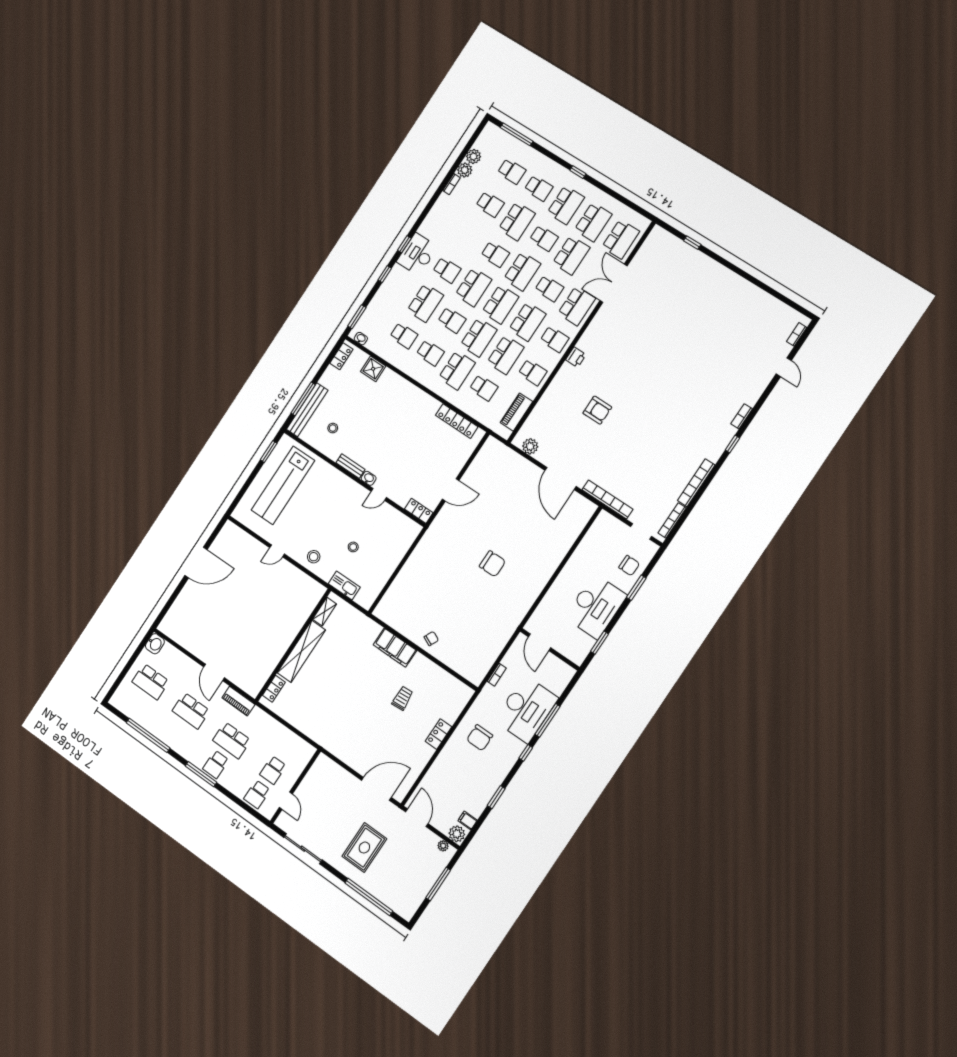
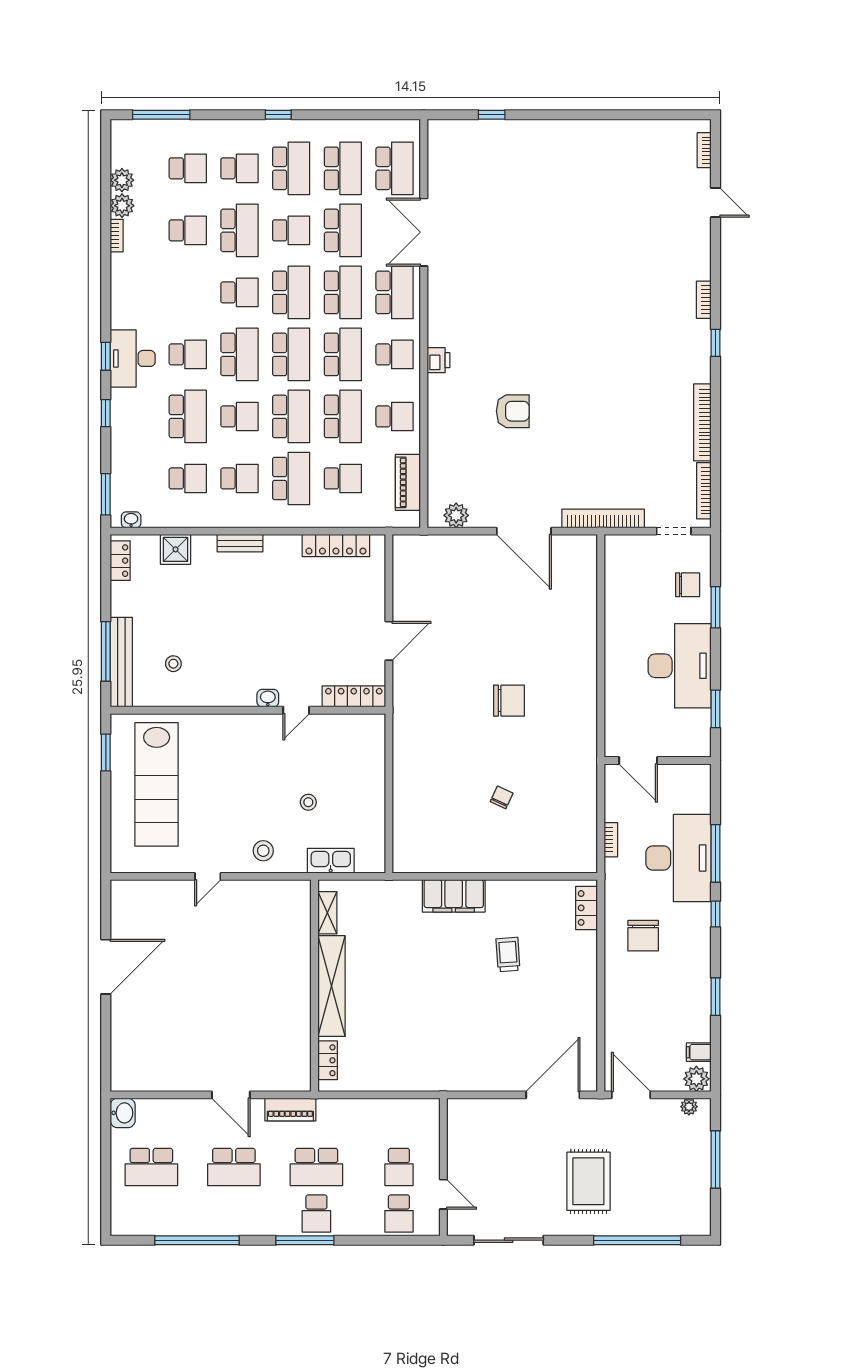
school desk: (549, 289) -> (343, 292), width x1.85
bench: (351, 466) -> (240, 543), moved
locker: (419, 511) -> (354, 696), width x1.53
chair: (431, 639) -> (502, 797), moved
locker: (439, 734) -> (587, 908), moved

